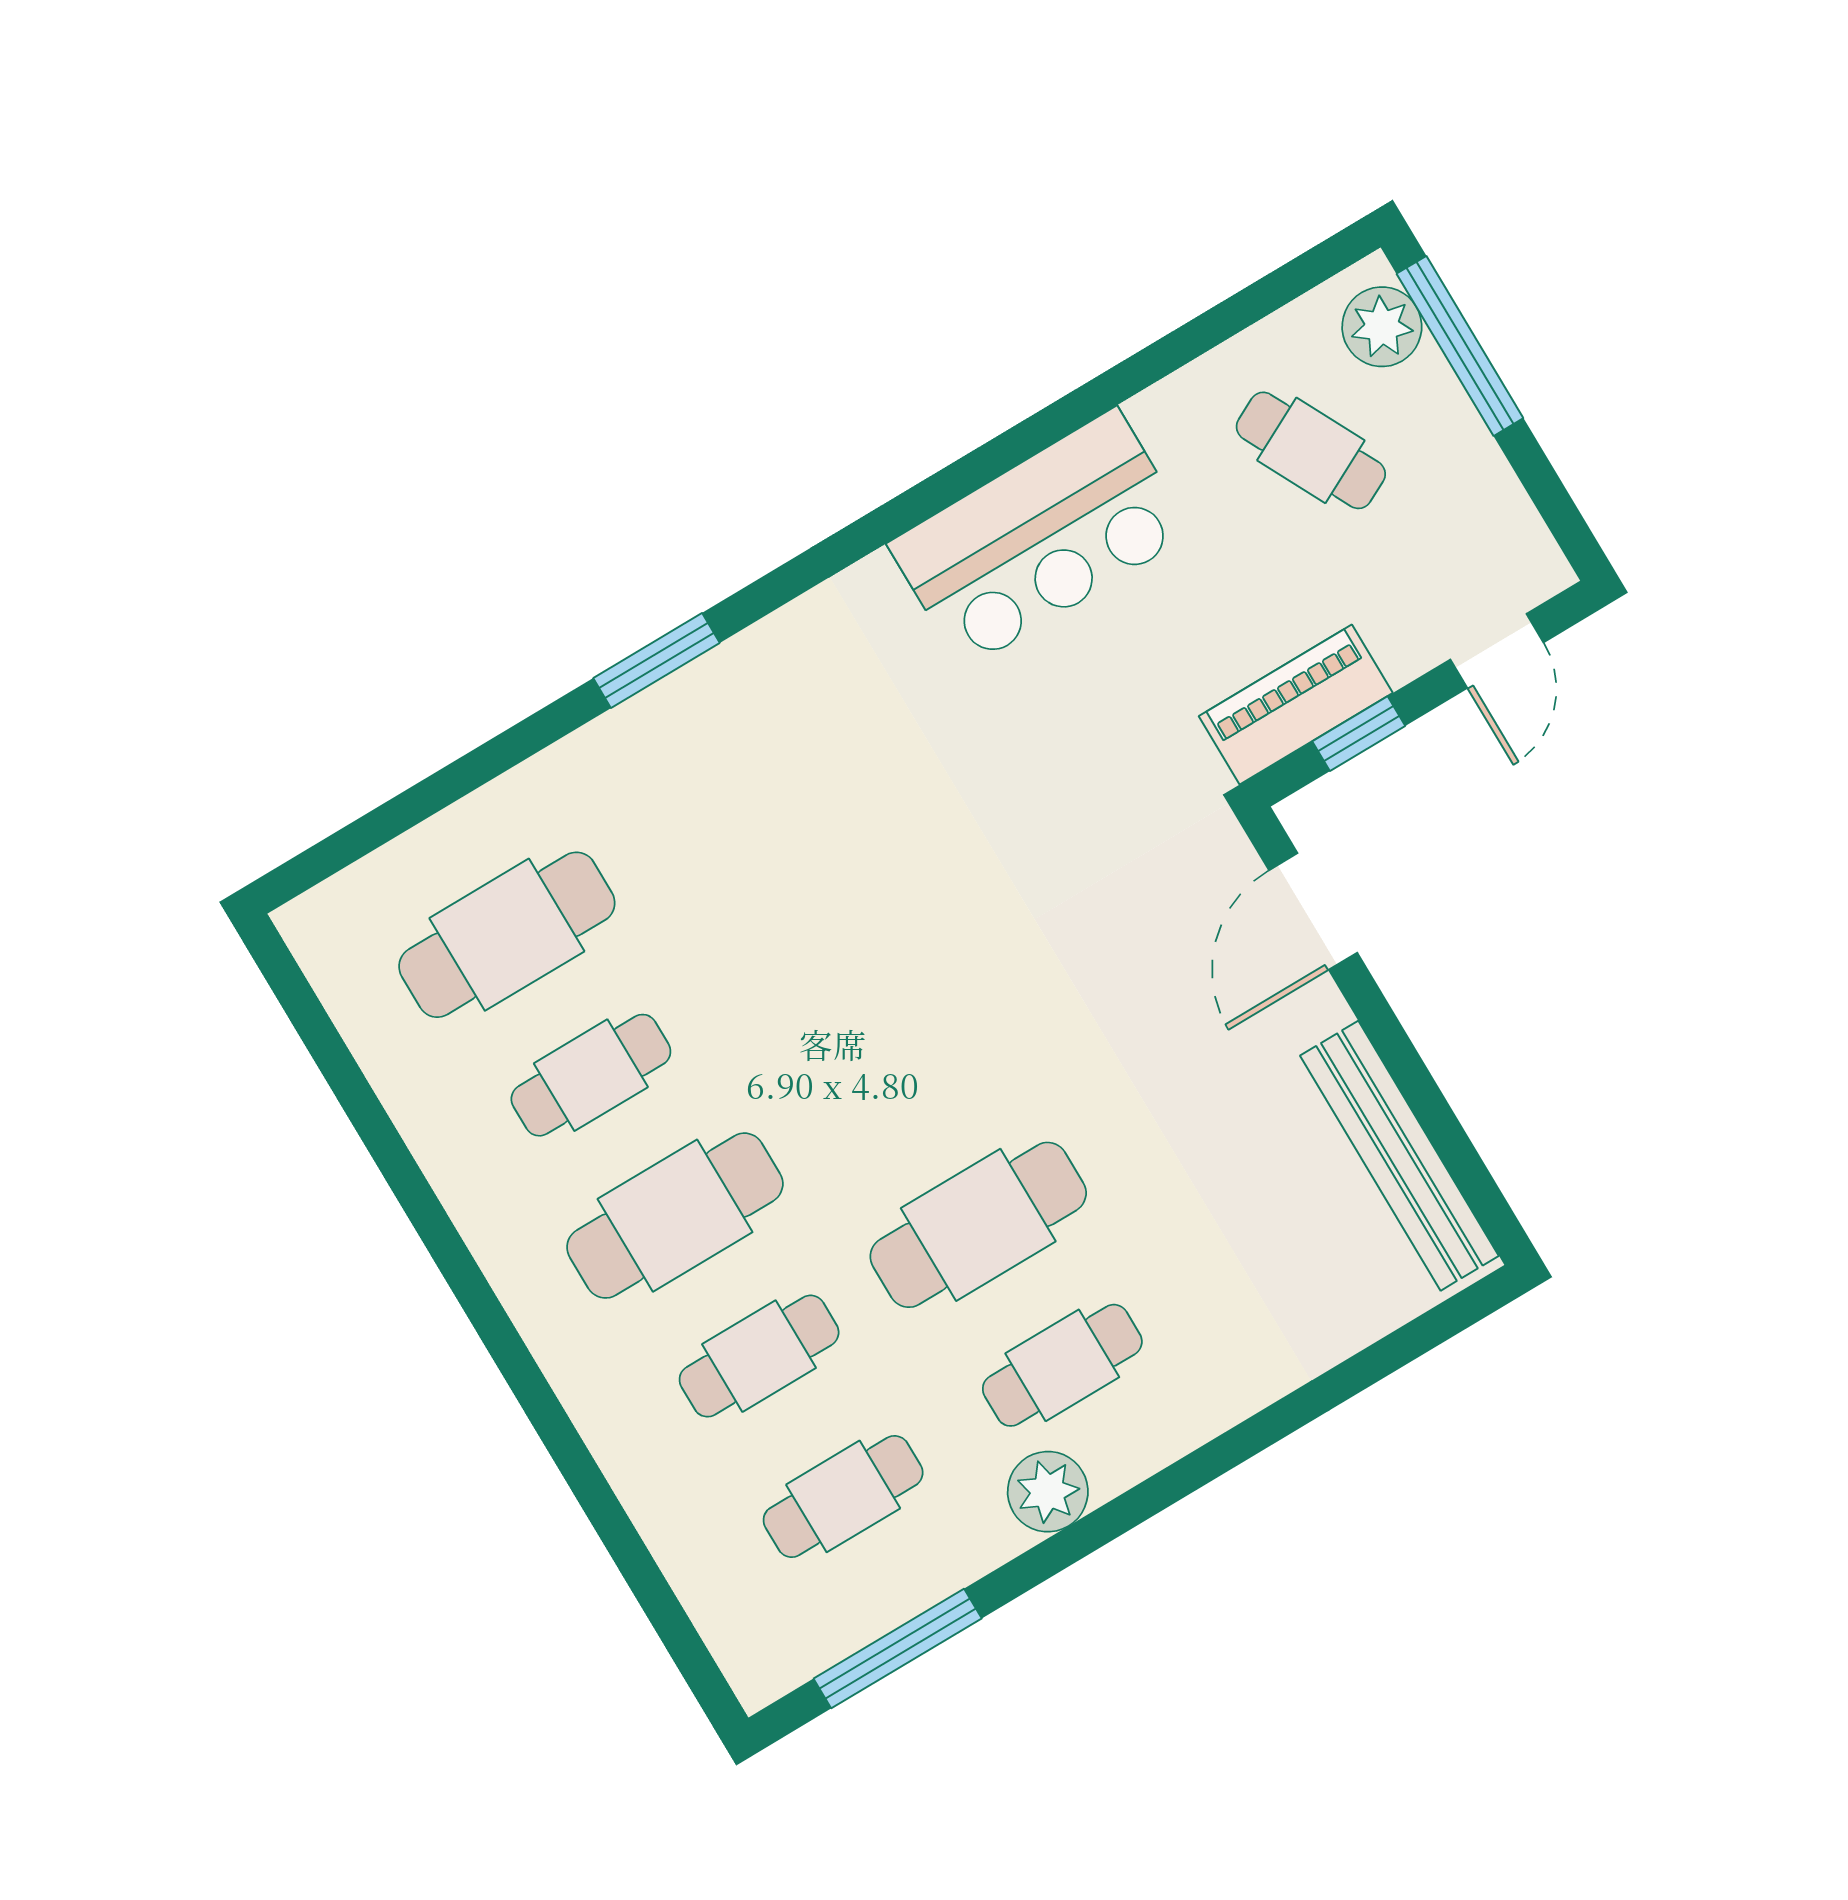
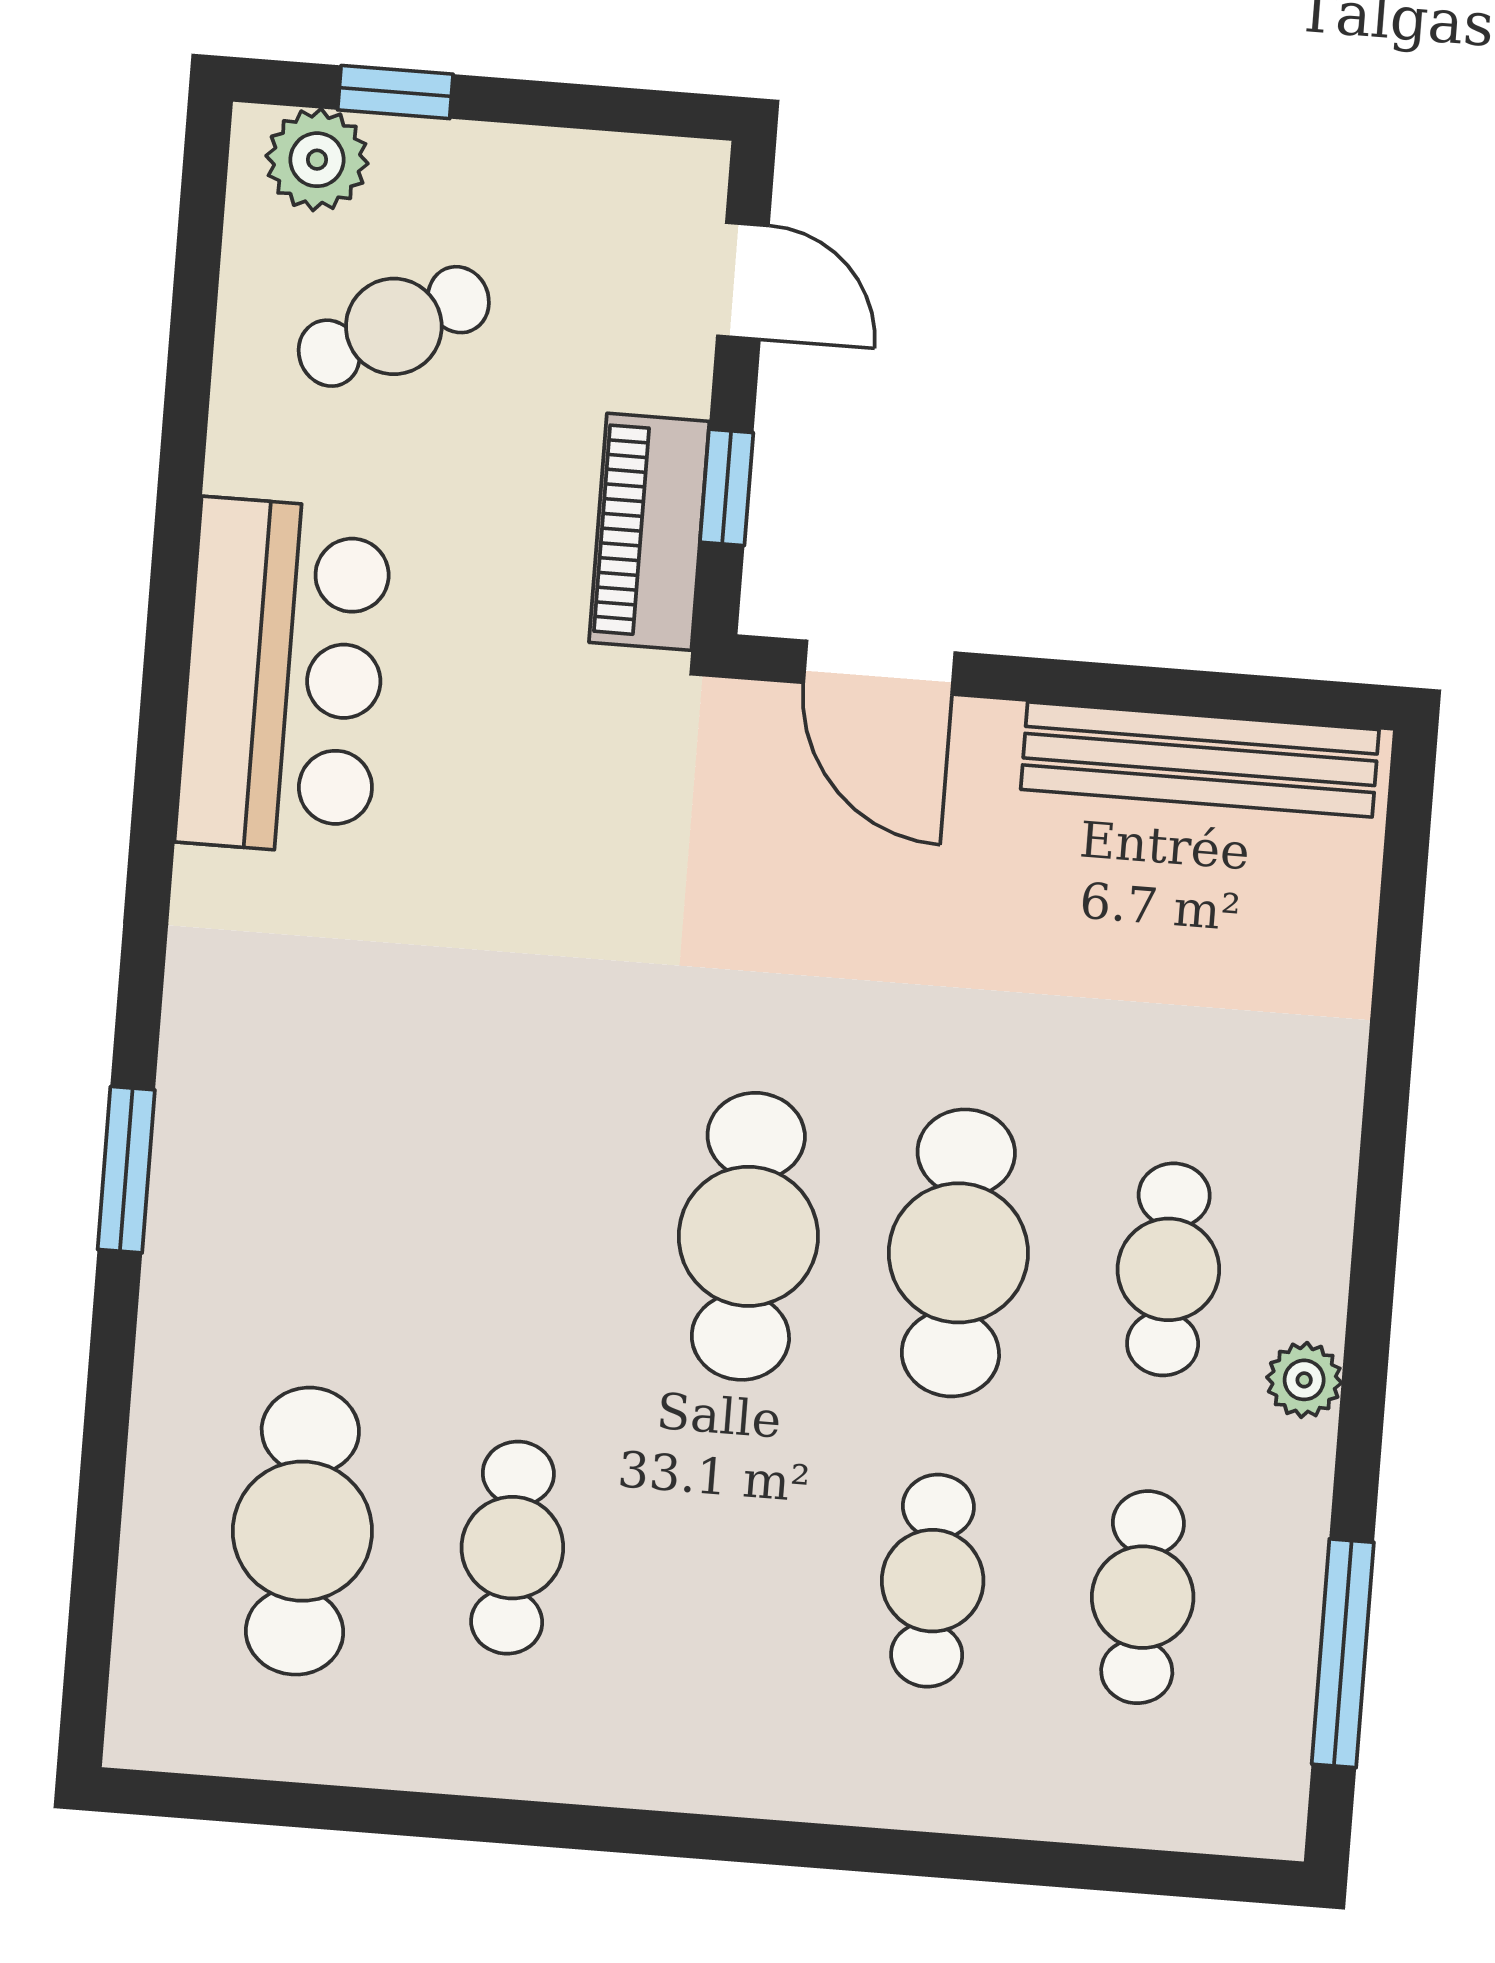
window: (1460, 346) -> (395, 92), width x0.46
cafe table: (675, 1216) -> (748, 1236), moved
plant: (1048, 1492) -> (1304, 1380), width x0.73, depth x0.73

